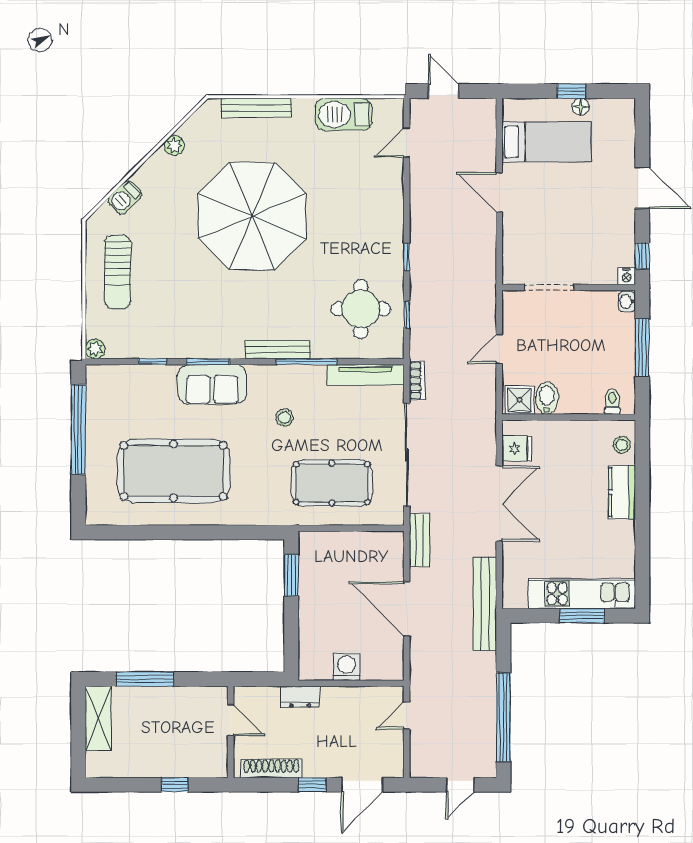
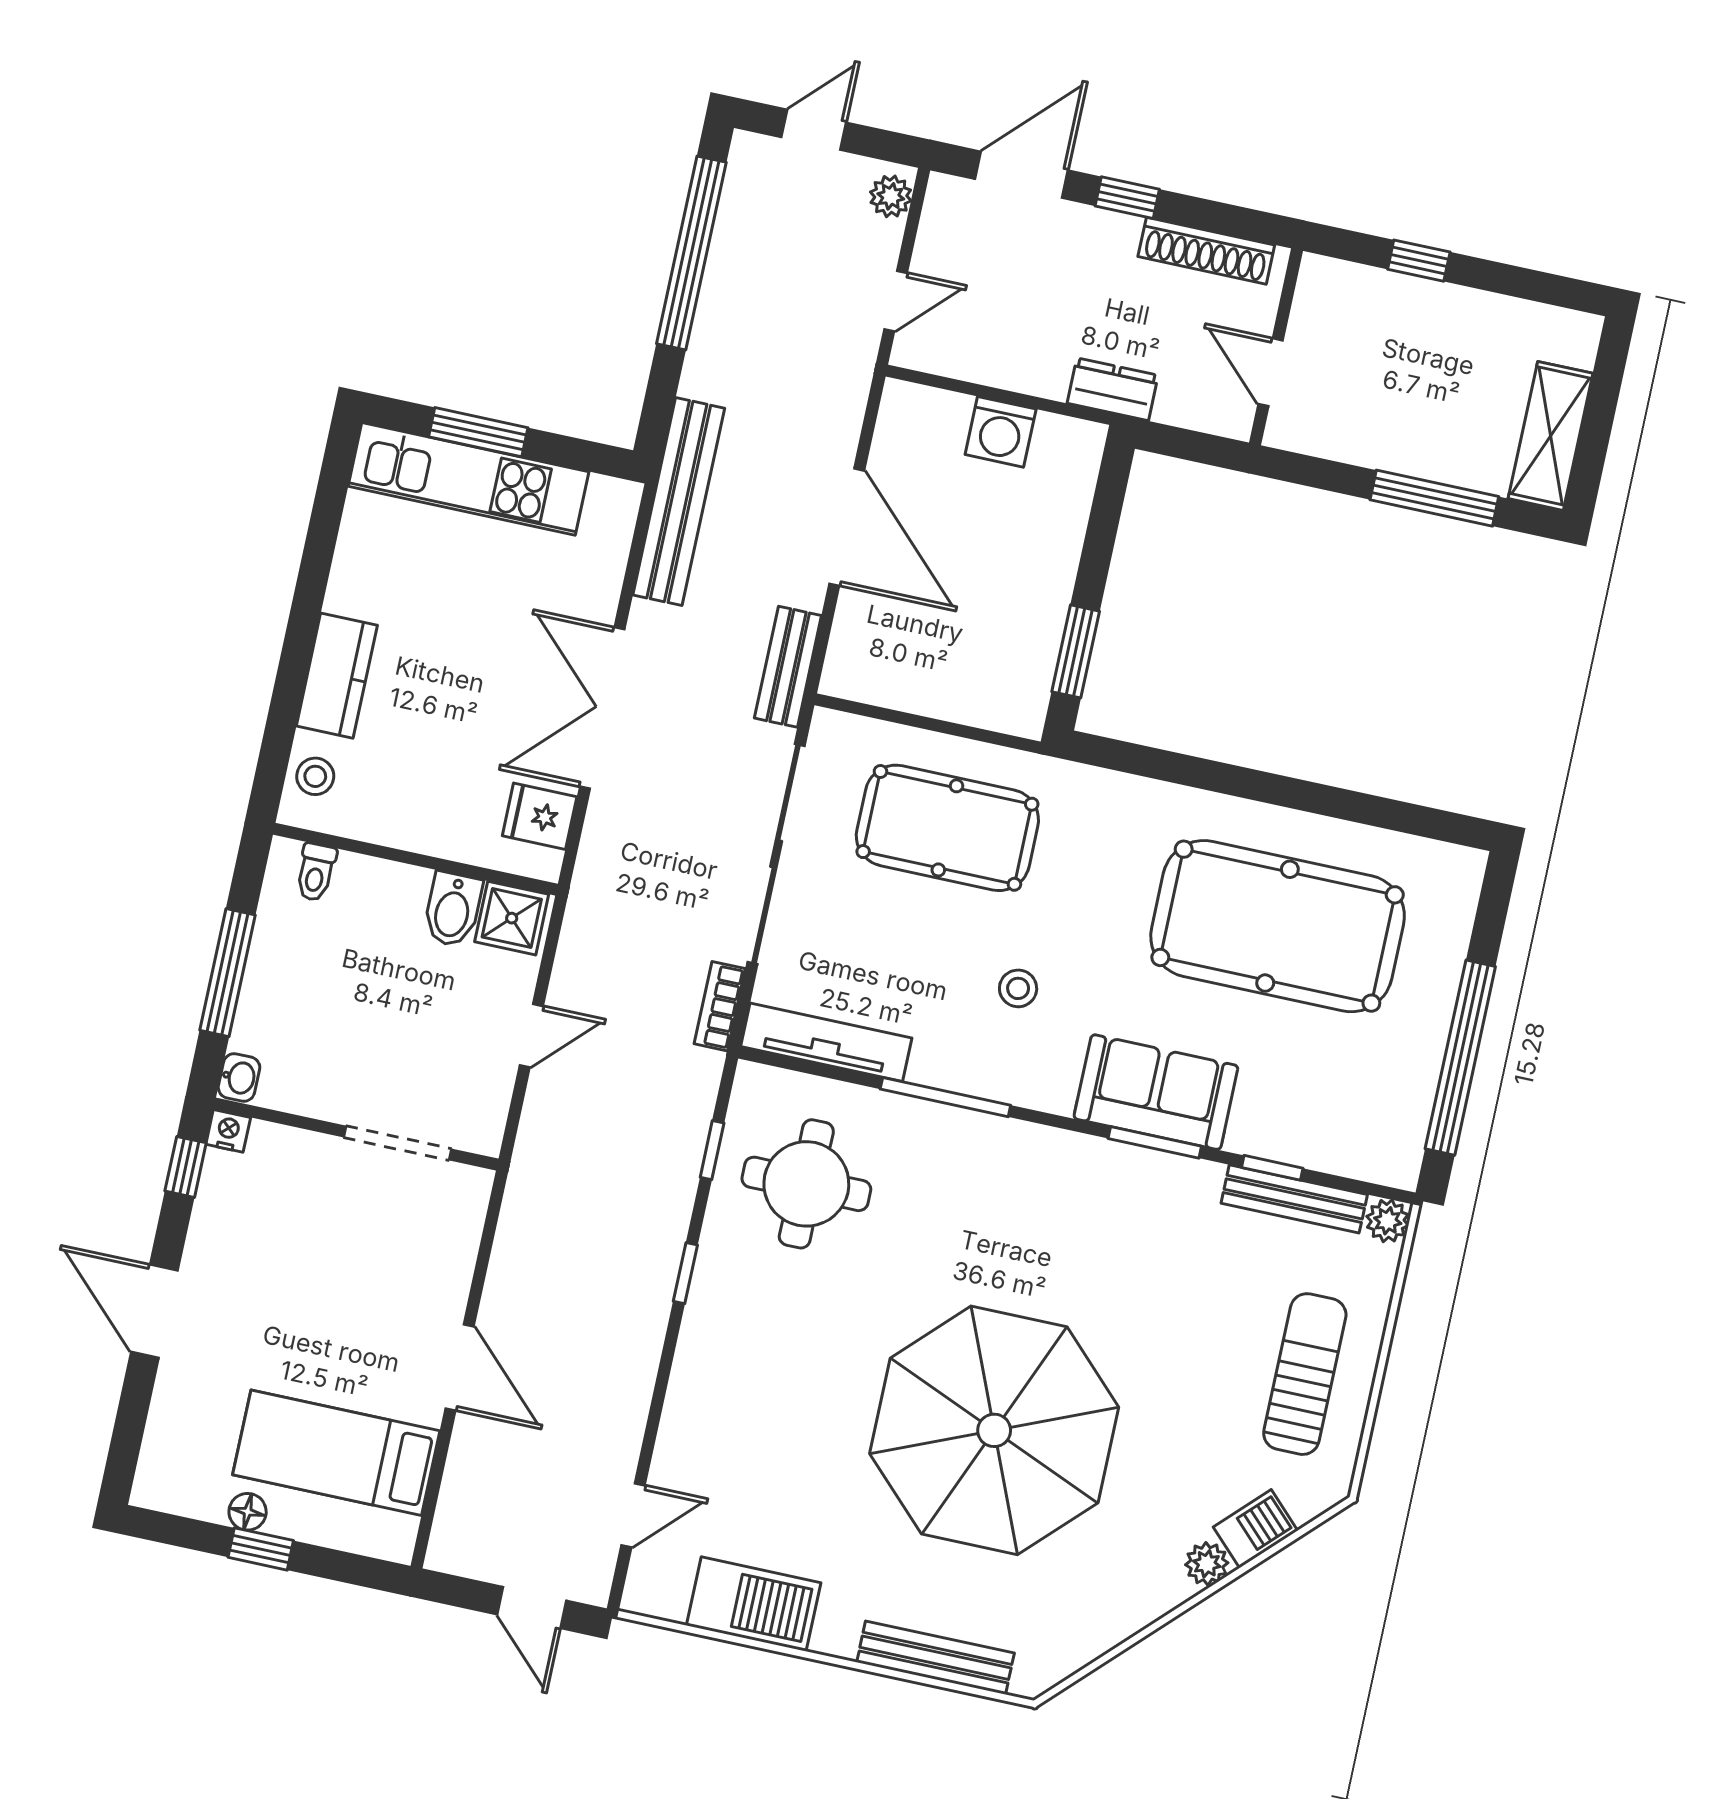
plant: (174, 146) -> (1207, 1564), moved
bench: (278, 350) -> (1294, 1199), moved
plant: (419, 762) -> (891, 196), added

